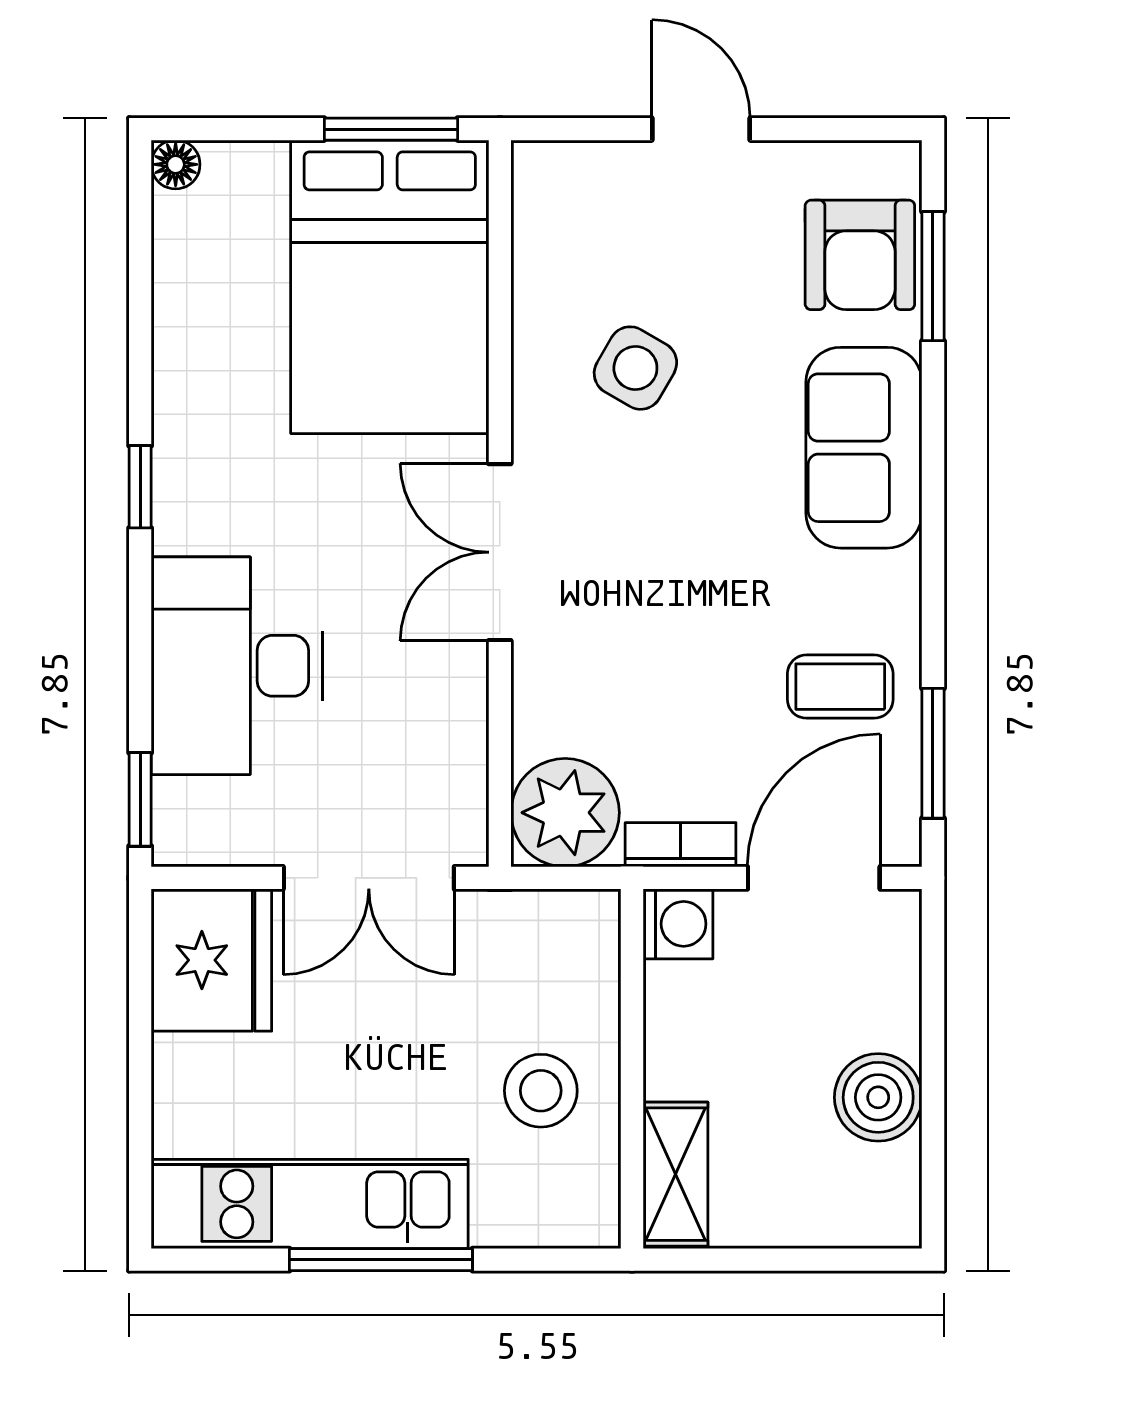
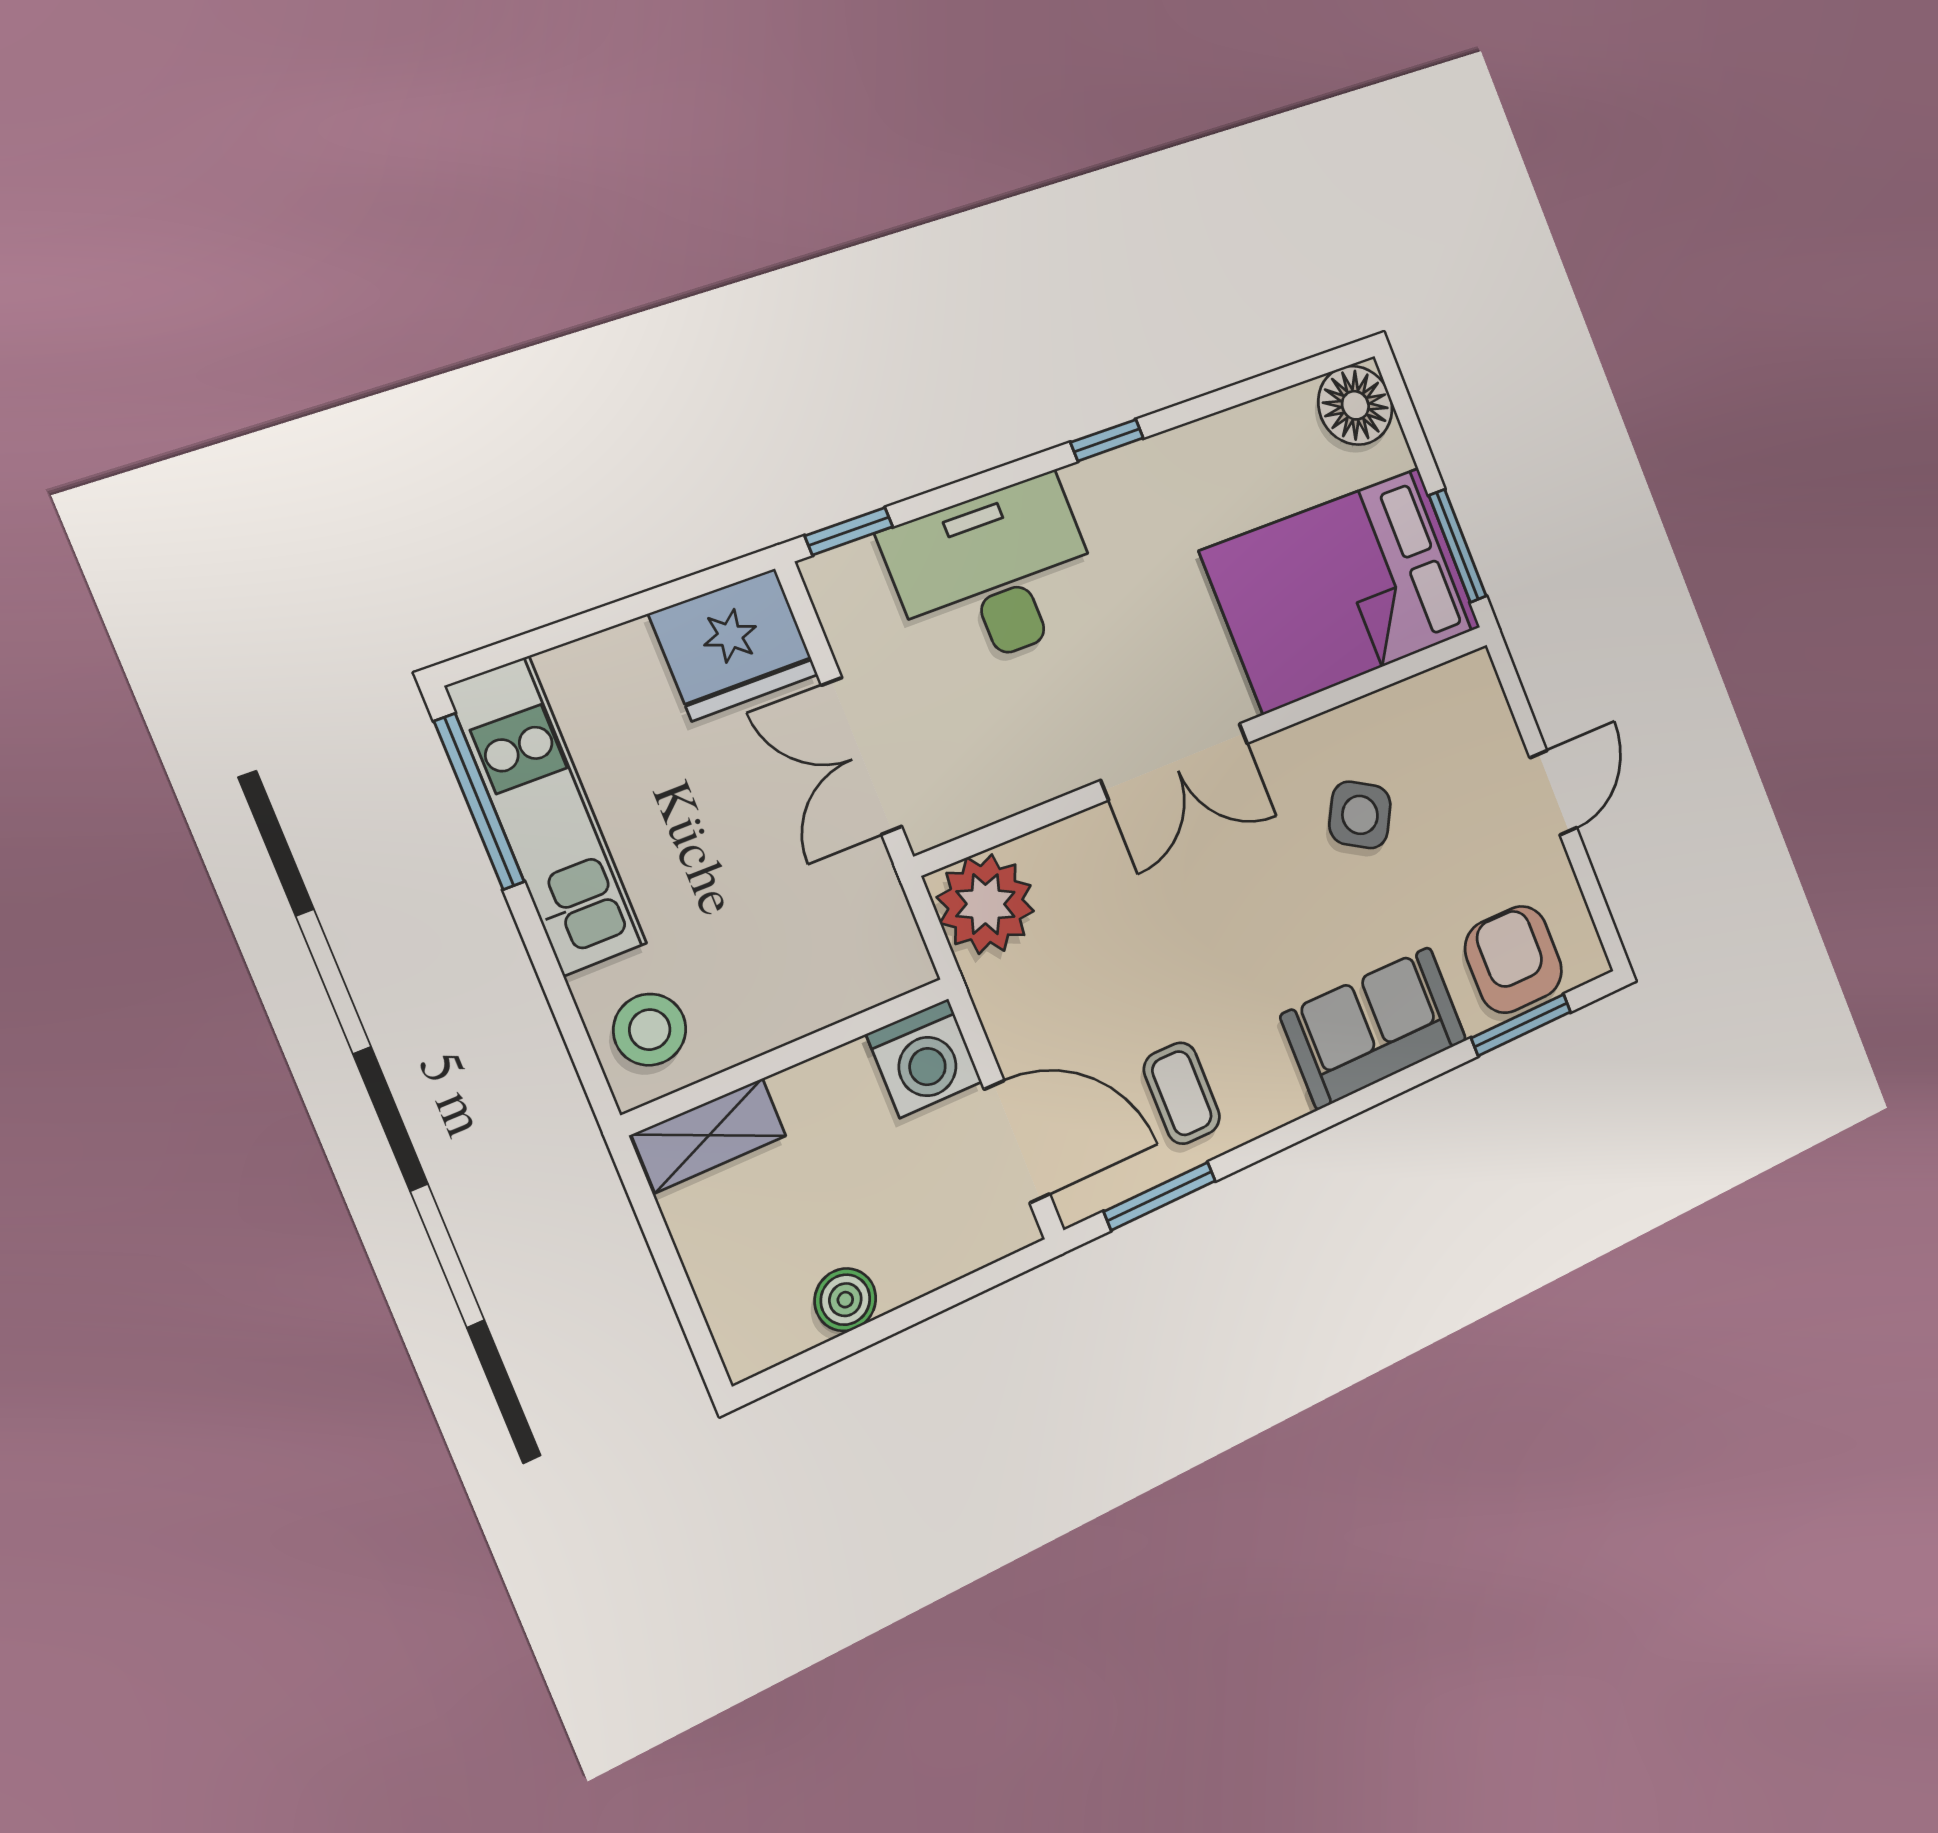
floor lamp: (176, 164) -> (1355, 405), width x1.89, depth x1.89
armchair: (860, 255) -> (1514, 959), turned 90
double door: (500, 552) -> (1175, 762), swing flipped
bookcase: (681, 845) -> (999, 1015), removed
washing machine: (678, 924) -> (924, 1058), width x1.38, depth x1.38
stool: (541, 1091) -> (650, 1030), moved
boiler: (878, 1097) -> (845, 1300), width x0.73, depth x0.73
window: (381, 1260) -> (479, 802), moved

